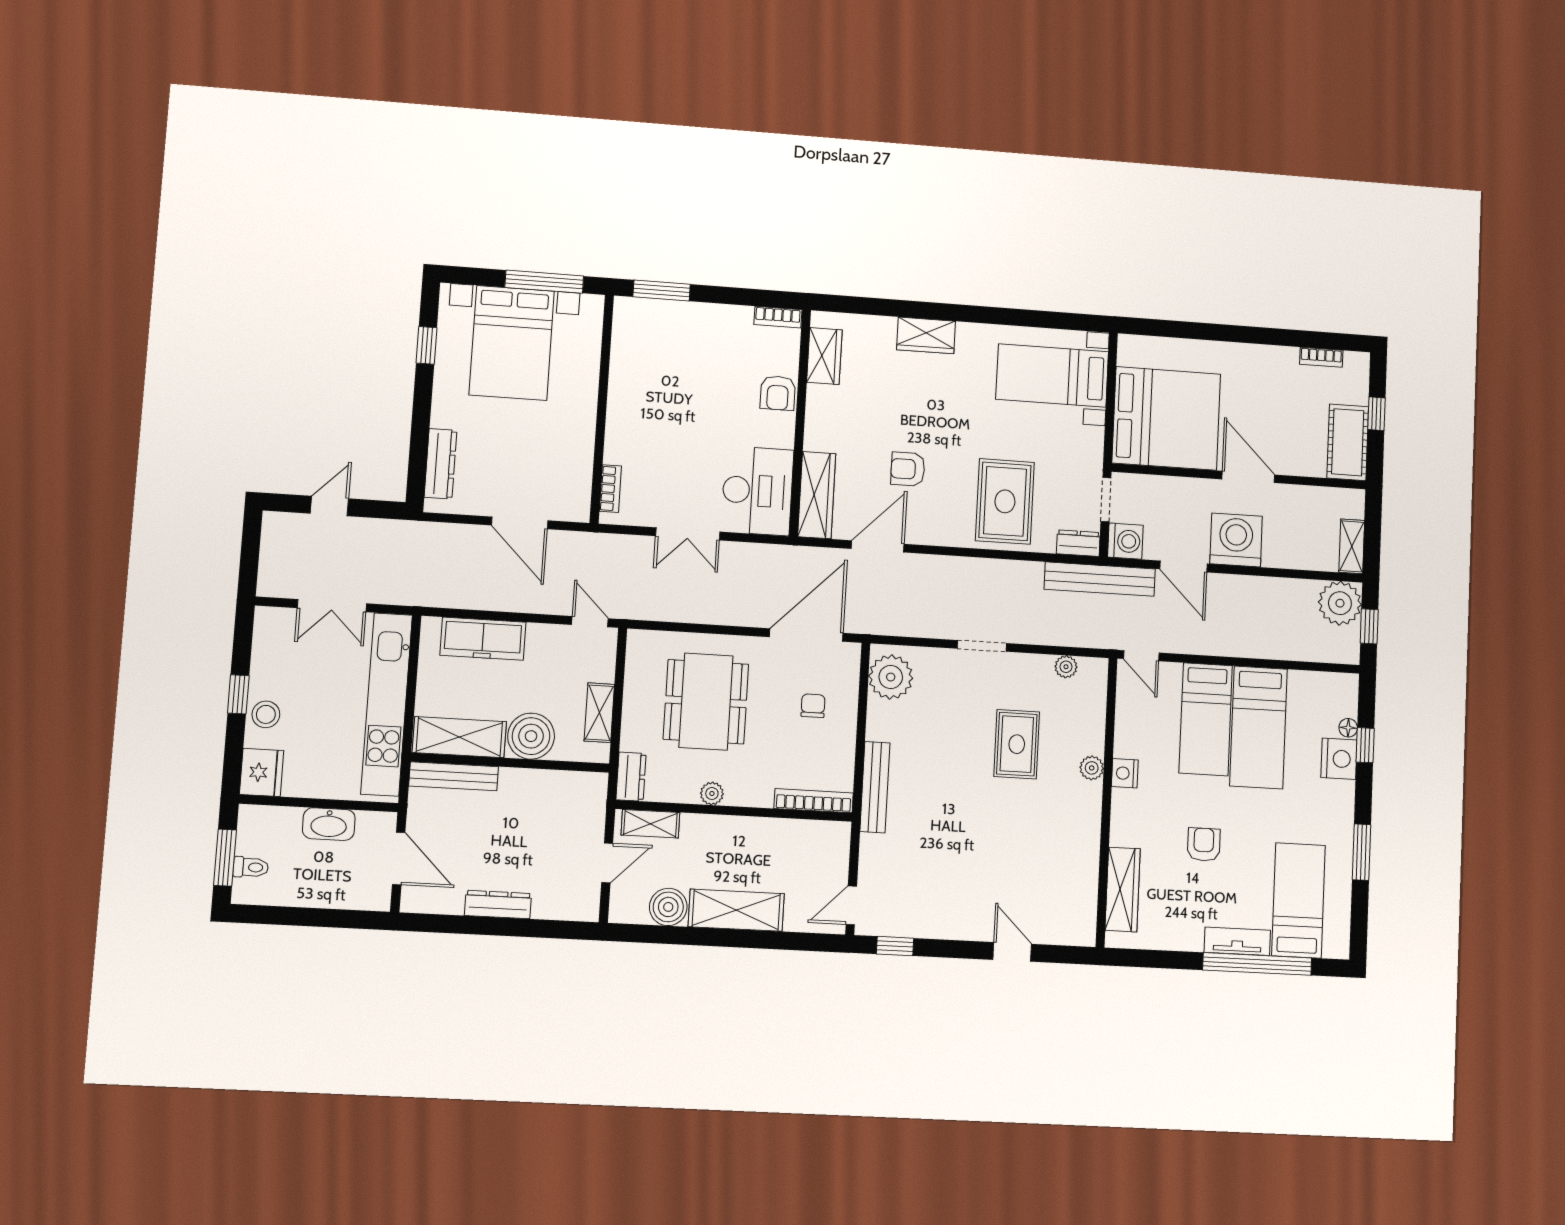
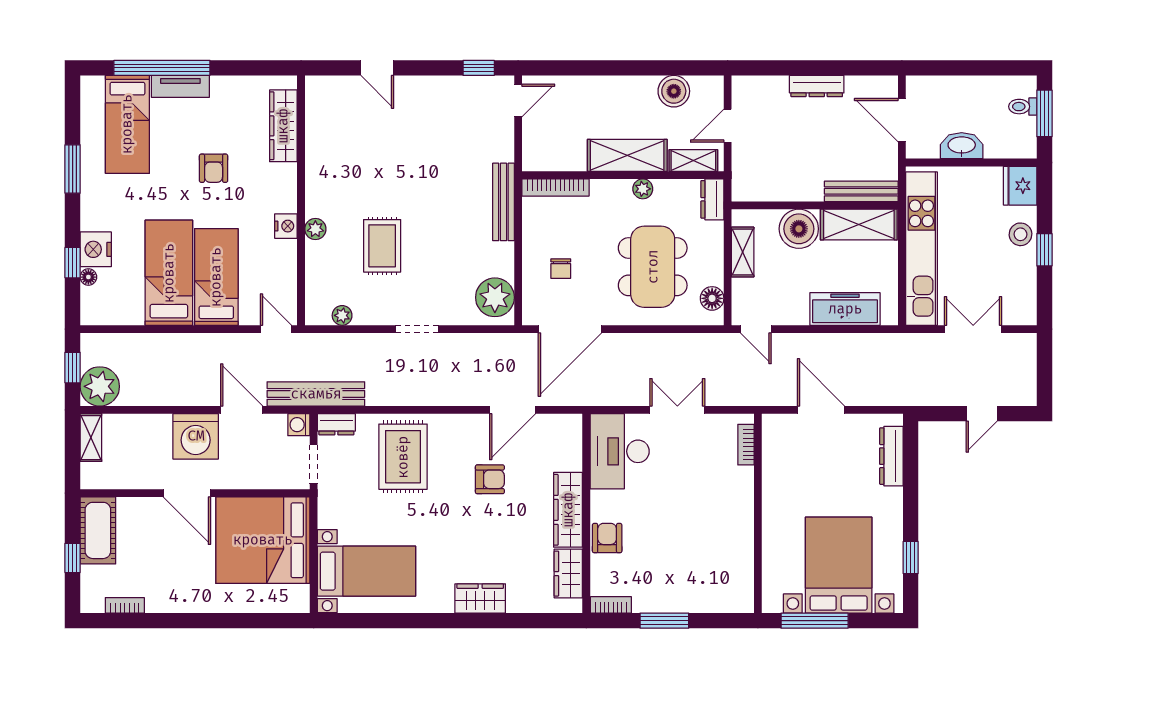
window: (662, 291) -> (664, 621), moved
wardrobe: (817, 495) -> (568, 510), moved
washing machine: (1125, 541) -> (299, 425), width x0.73, depth x0.73
floor lamp: (639, 661) -> (712, 298), added
shelving: (736, 910) -> (627, 155), moved

